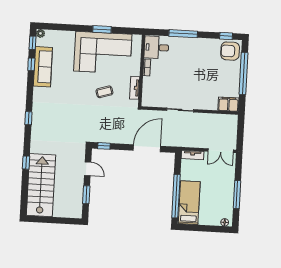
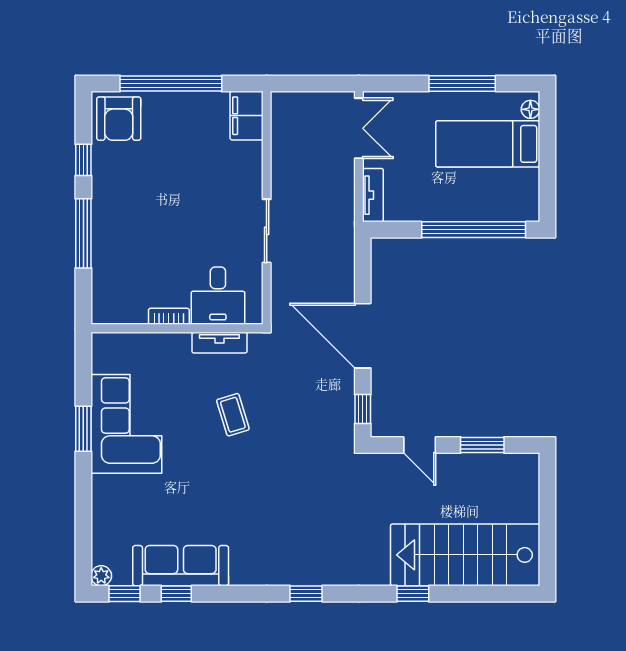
window: (226, 36) -> (83, 160), moved
desk: (156, 47) -> (218, 296), moved
corner sofa: (103, 53) -> (126, 424), width x0.73, depth x0.74
door: (147, 148) -> (363, 336), moved
door: (88, 169) -> (420, 445), swing flipped
bed: (189, 203) -> (488, 144), moved

